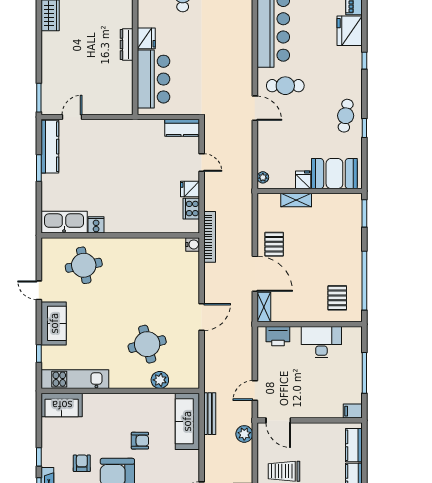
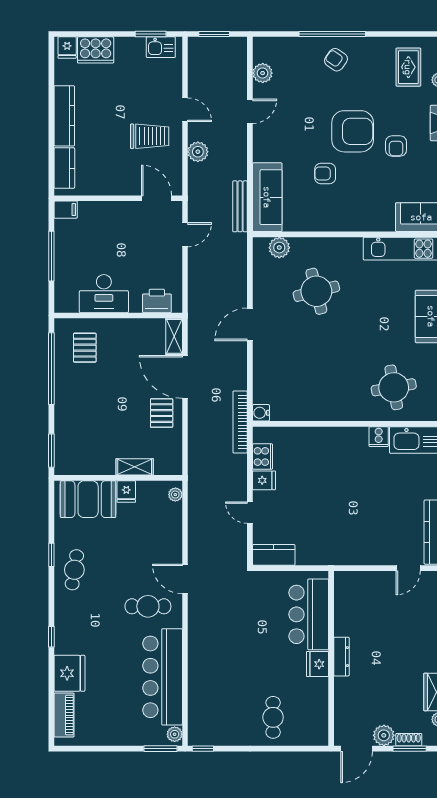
plant: (160, 380) -> (279, 248), moved
plant: (244, 434) -> (198, 152), moved

